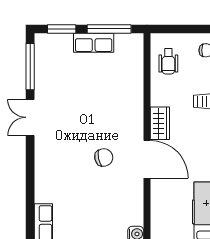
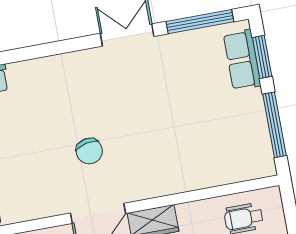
row of seats: (94, 43) -> (242, 60), moved

